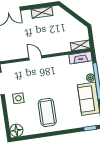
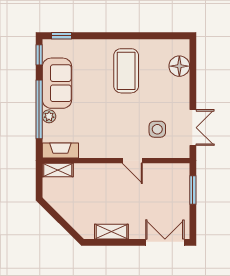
side table: (18, 98) -> (157, 129), moved
floor lamp: (16, 130) -> (179, 66), moved

